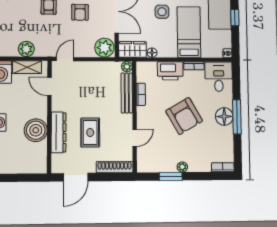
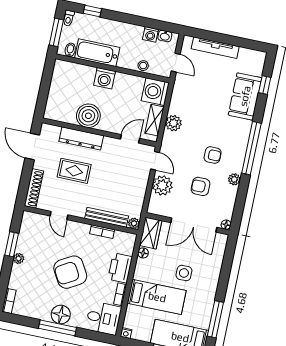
plant: (104, 48) -> (162, 186), moved

